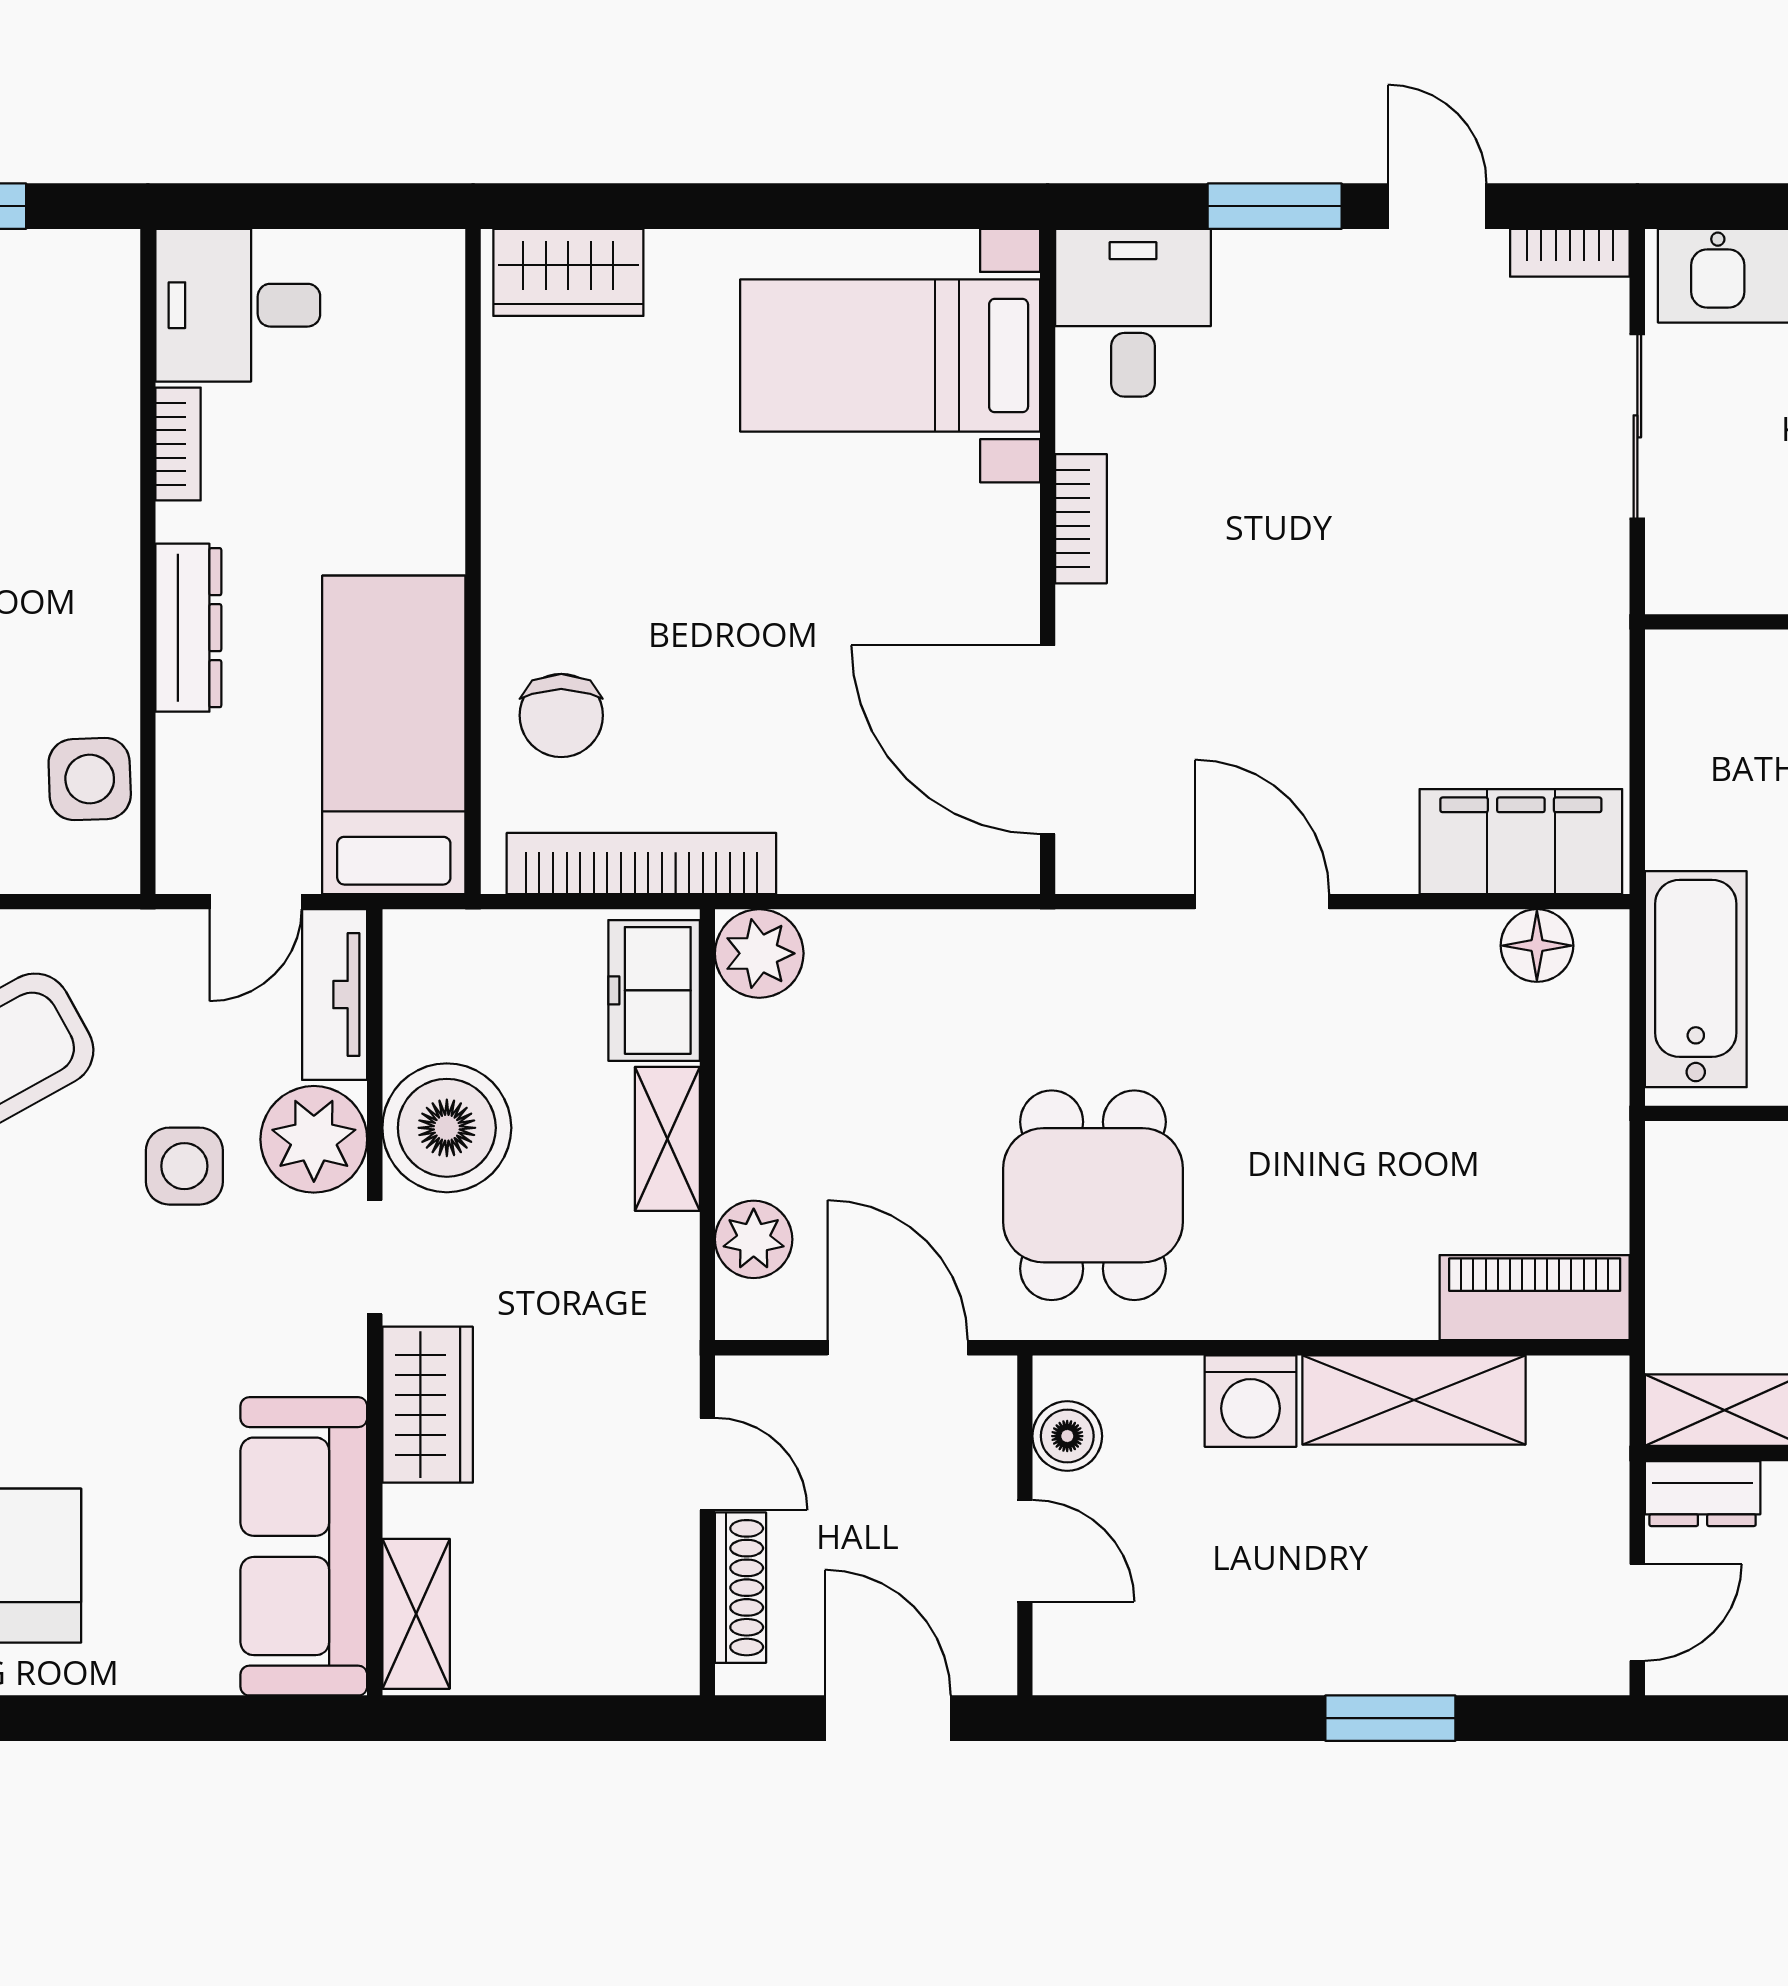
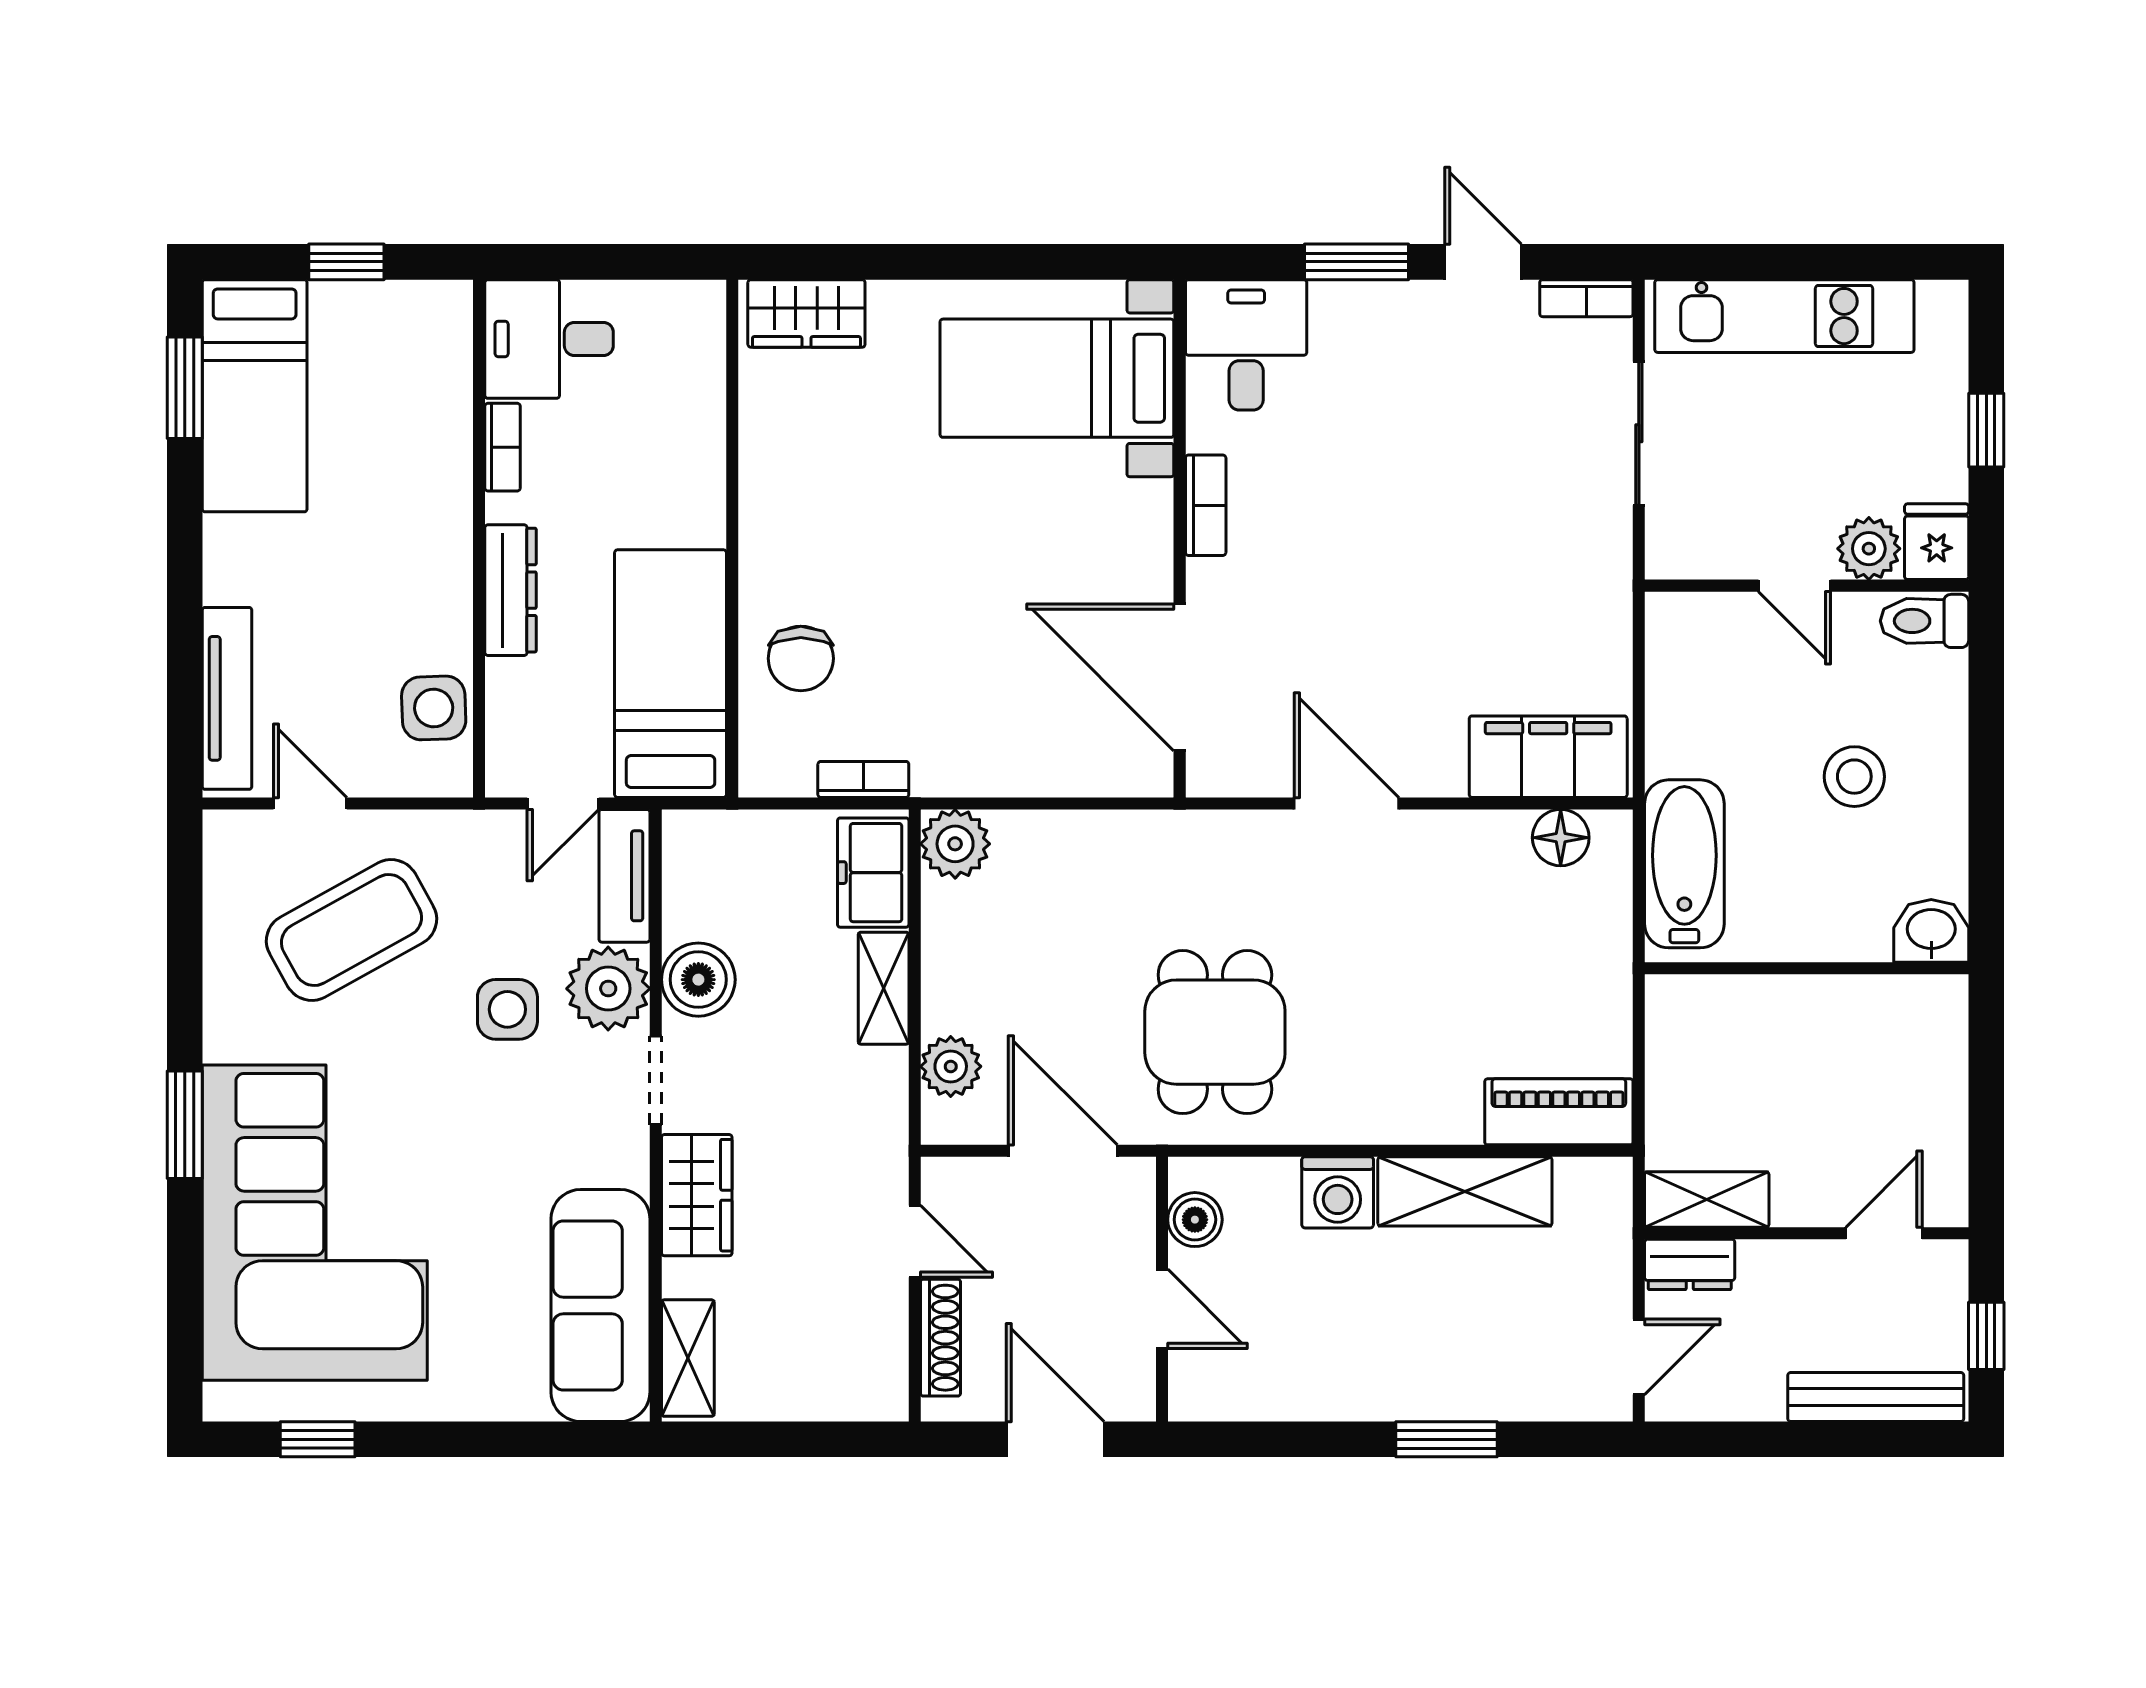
bookcase: (641, 864) -> (863, 779), width x0.43, depth x0.76
boiler: (447, 1128) -> (698, 980), width x0.73, depth x0.73

